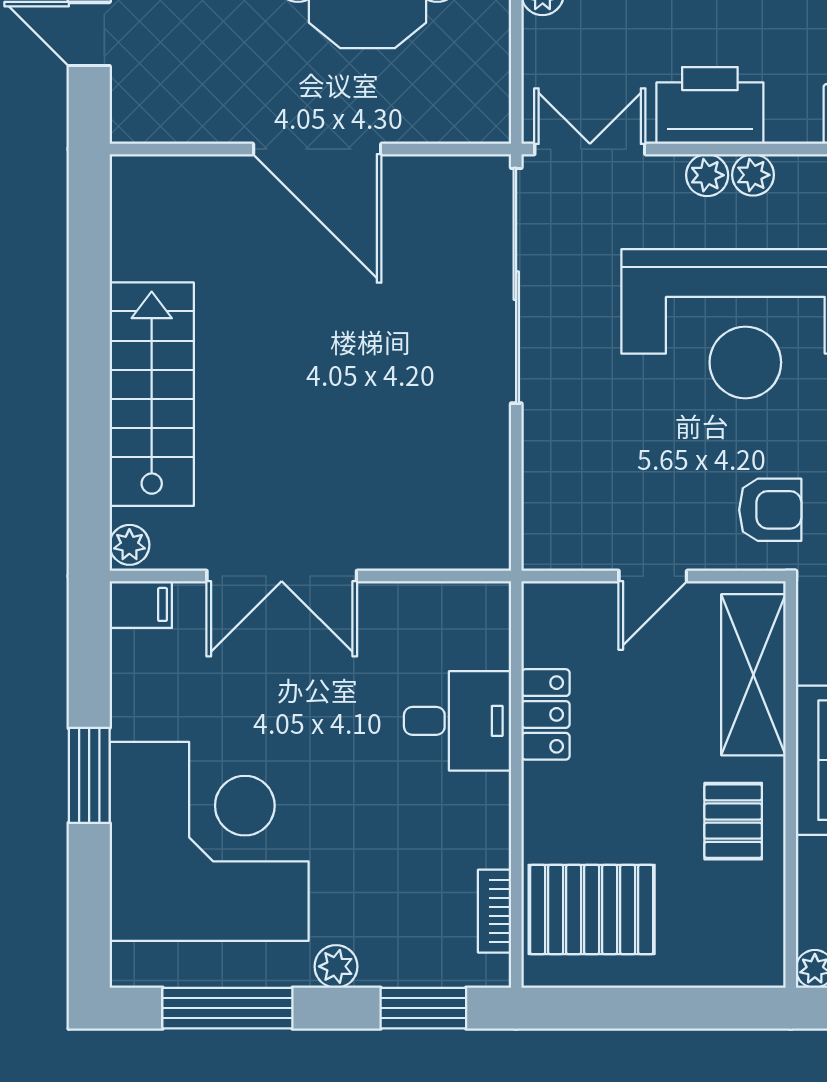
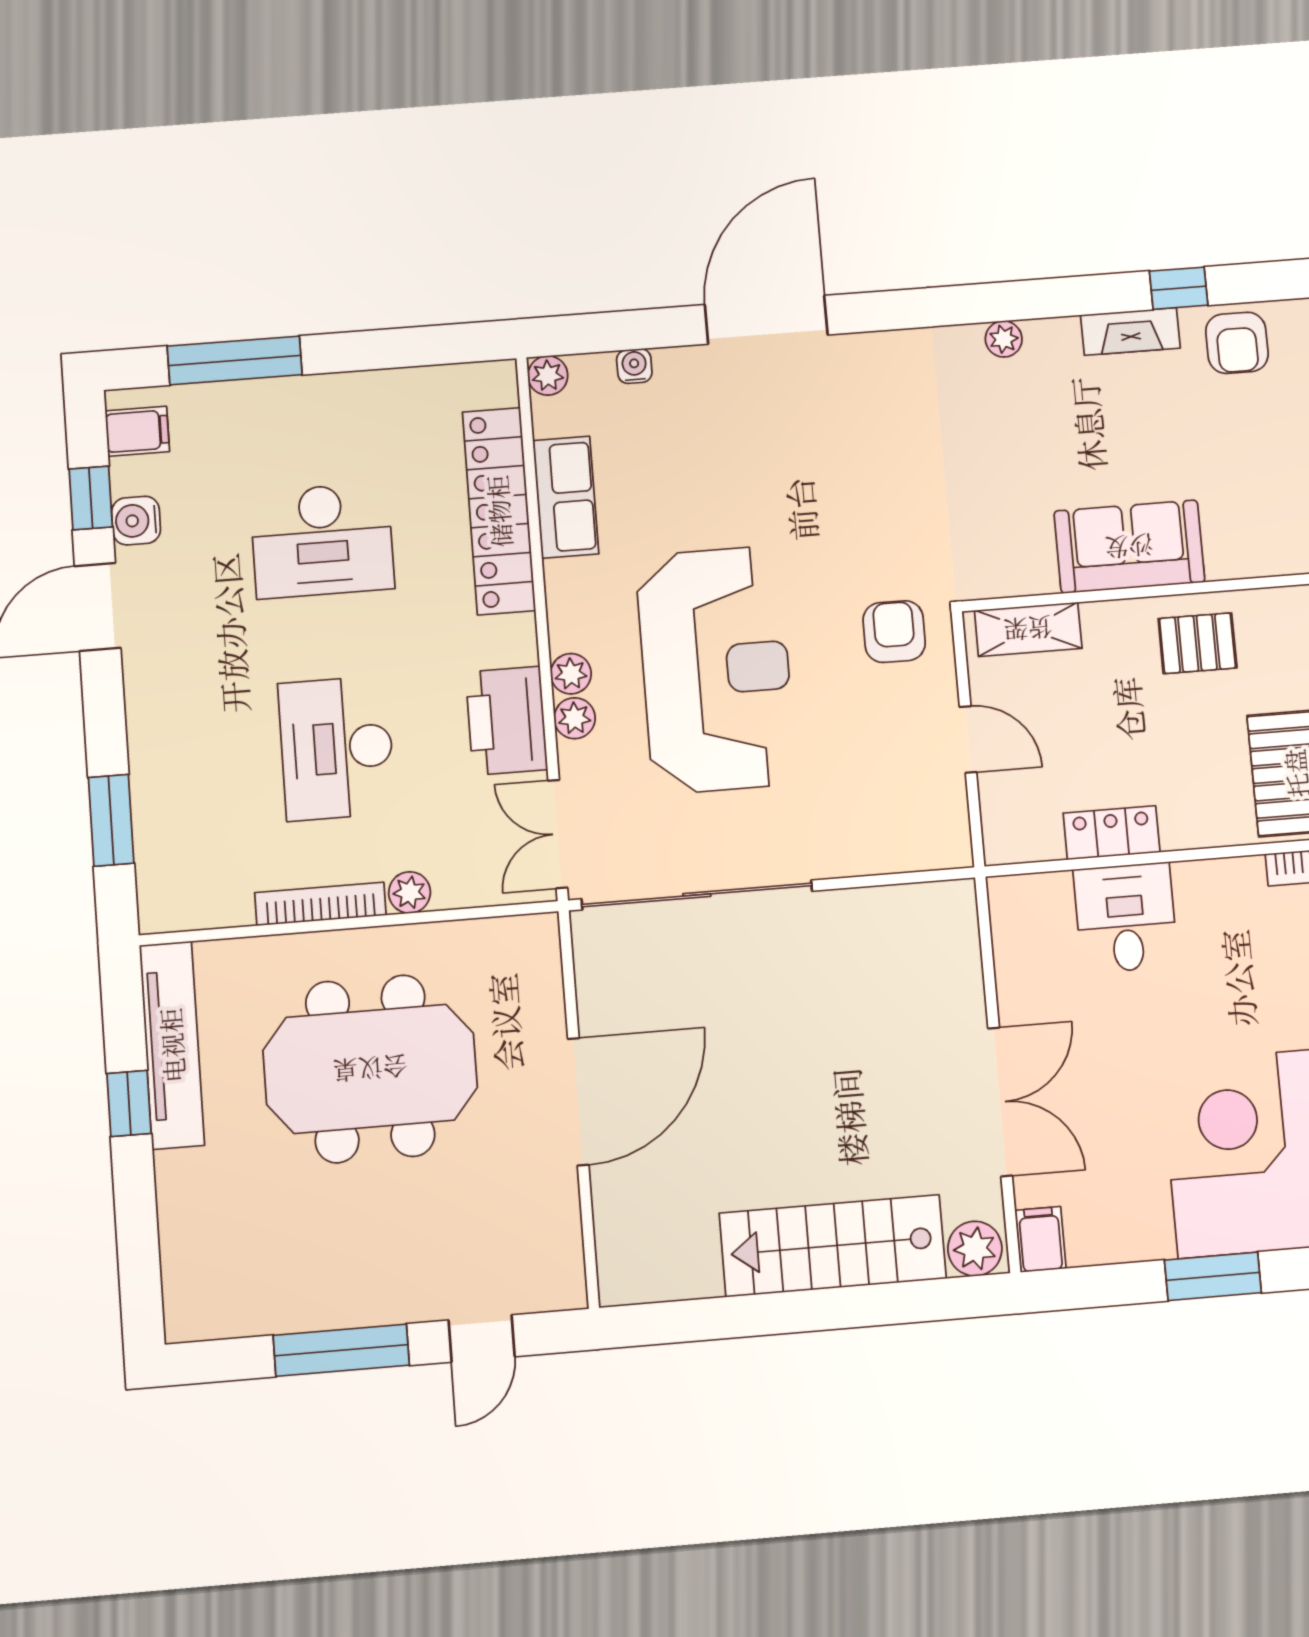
plant: (129, 545) -> (975, 1249), width x1.38, depth x1.38
shelving: (753, 675) -> (1028, 629), width x0.67, depth x0.75

